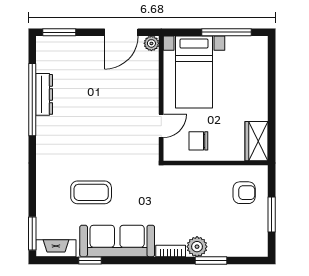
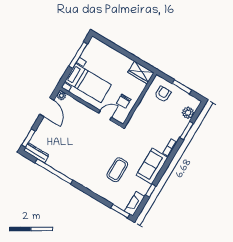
dresser: (44, 94) -> (36, 153), moved
door: (161, 126) -> (105, 115), hinge flipped
sofa: (117, 241) -> (152, 166), width x0.73
plant: (197, 247) -> (188, 113), moved

